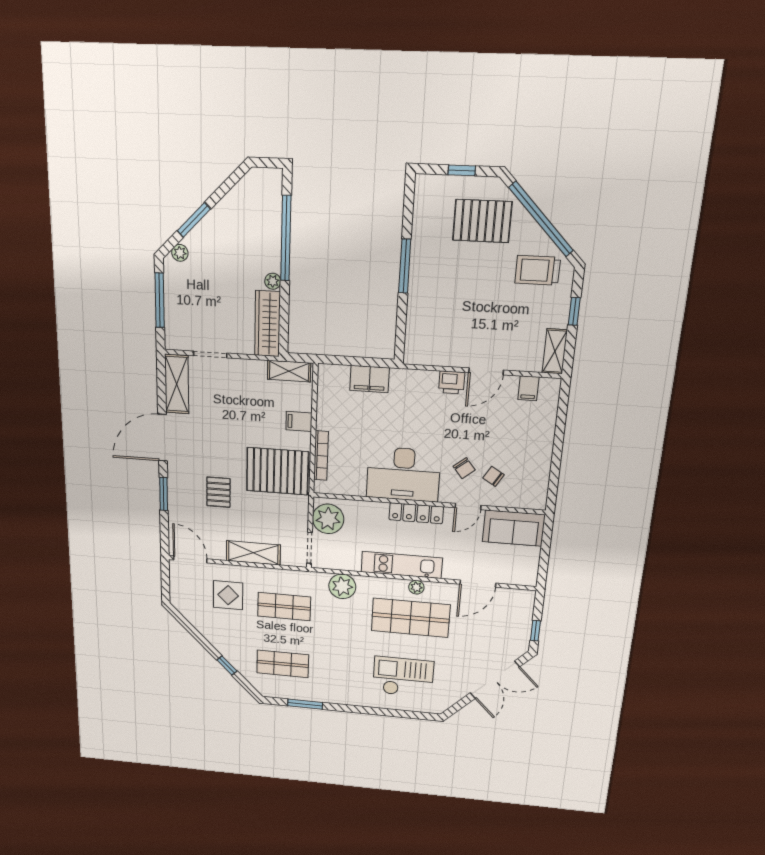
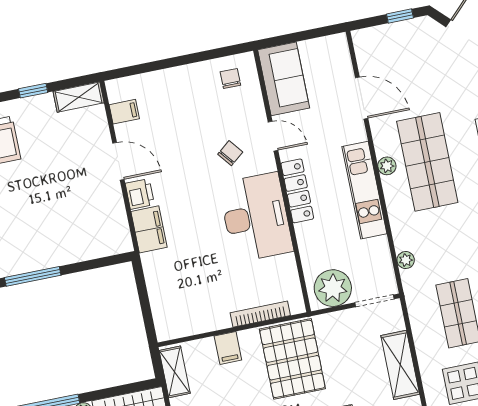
filing cabinet: (369, 379) -> (149, 229), moved
chair: (493, 476) -> (230, 78), moved, turned 149
plant: (342, 586) -> (406, 260), width x0.53, depth x0.53

